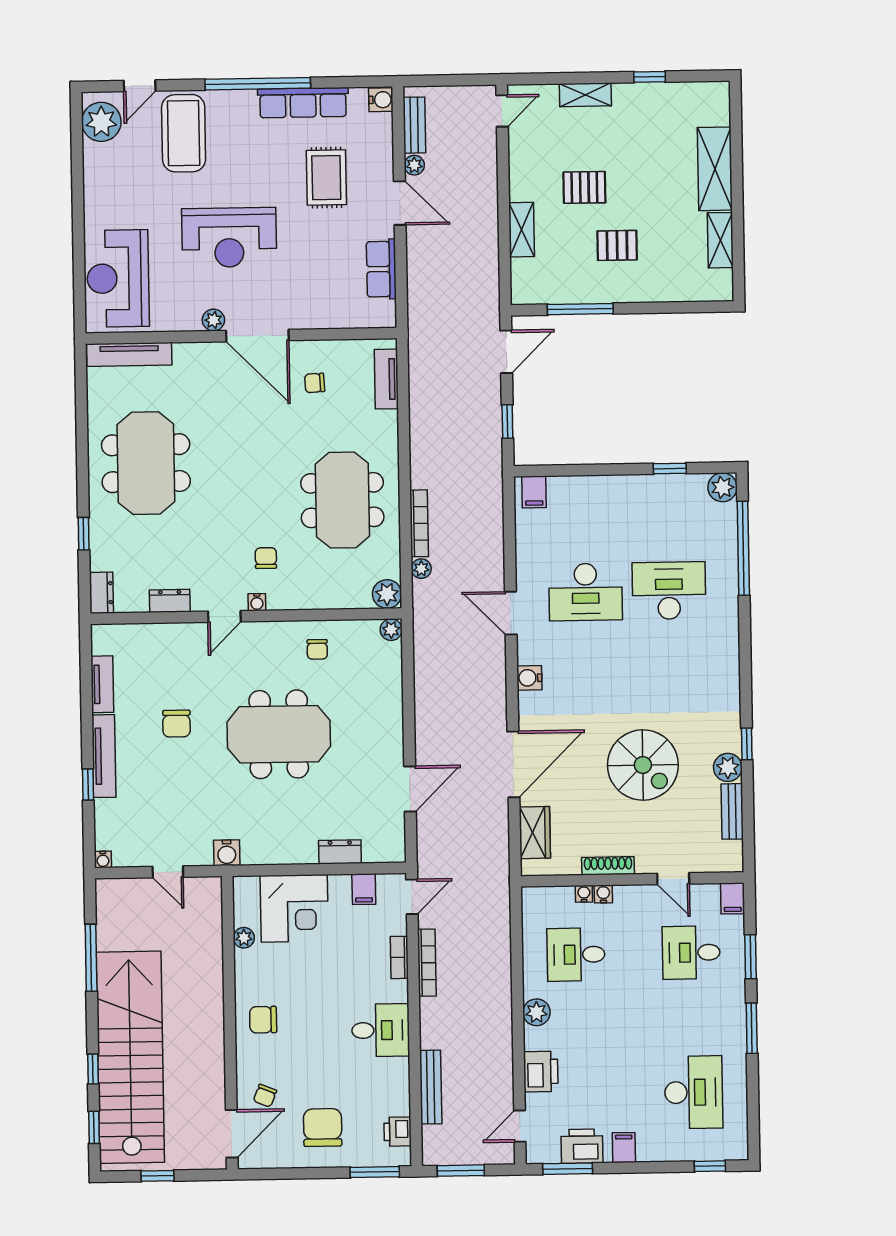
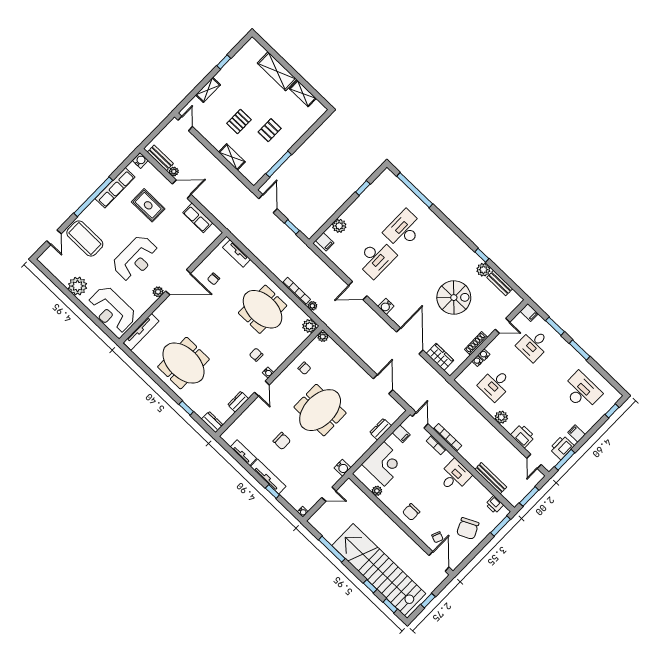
plant: (101, 122) -> (77, 286), moved
plant: (723, 487) -> (339, 226), moved
chair: (323, 1128) -> (468, 529), turned -116

